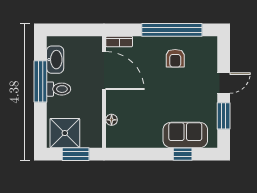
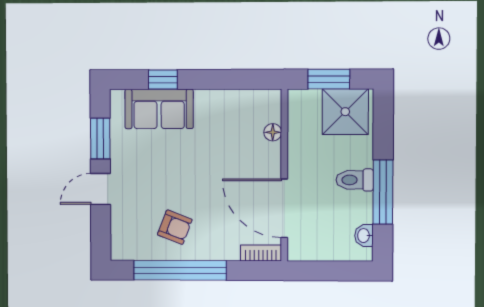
armchair: (175, 58) -> (175, 227), turned 111
washbasin: (55, 60) -> (364, 236), width x0.52, depth x0.69

